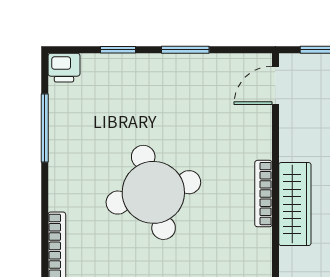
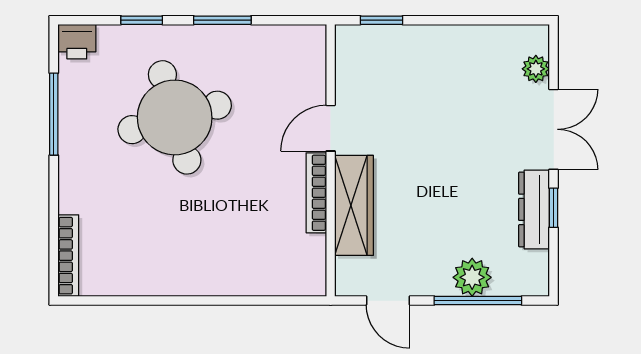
door: (275, 85) -> (331, 128), moved
round table: (153, 192) -> (175, 117), moved

